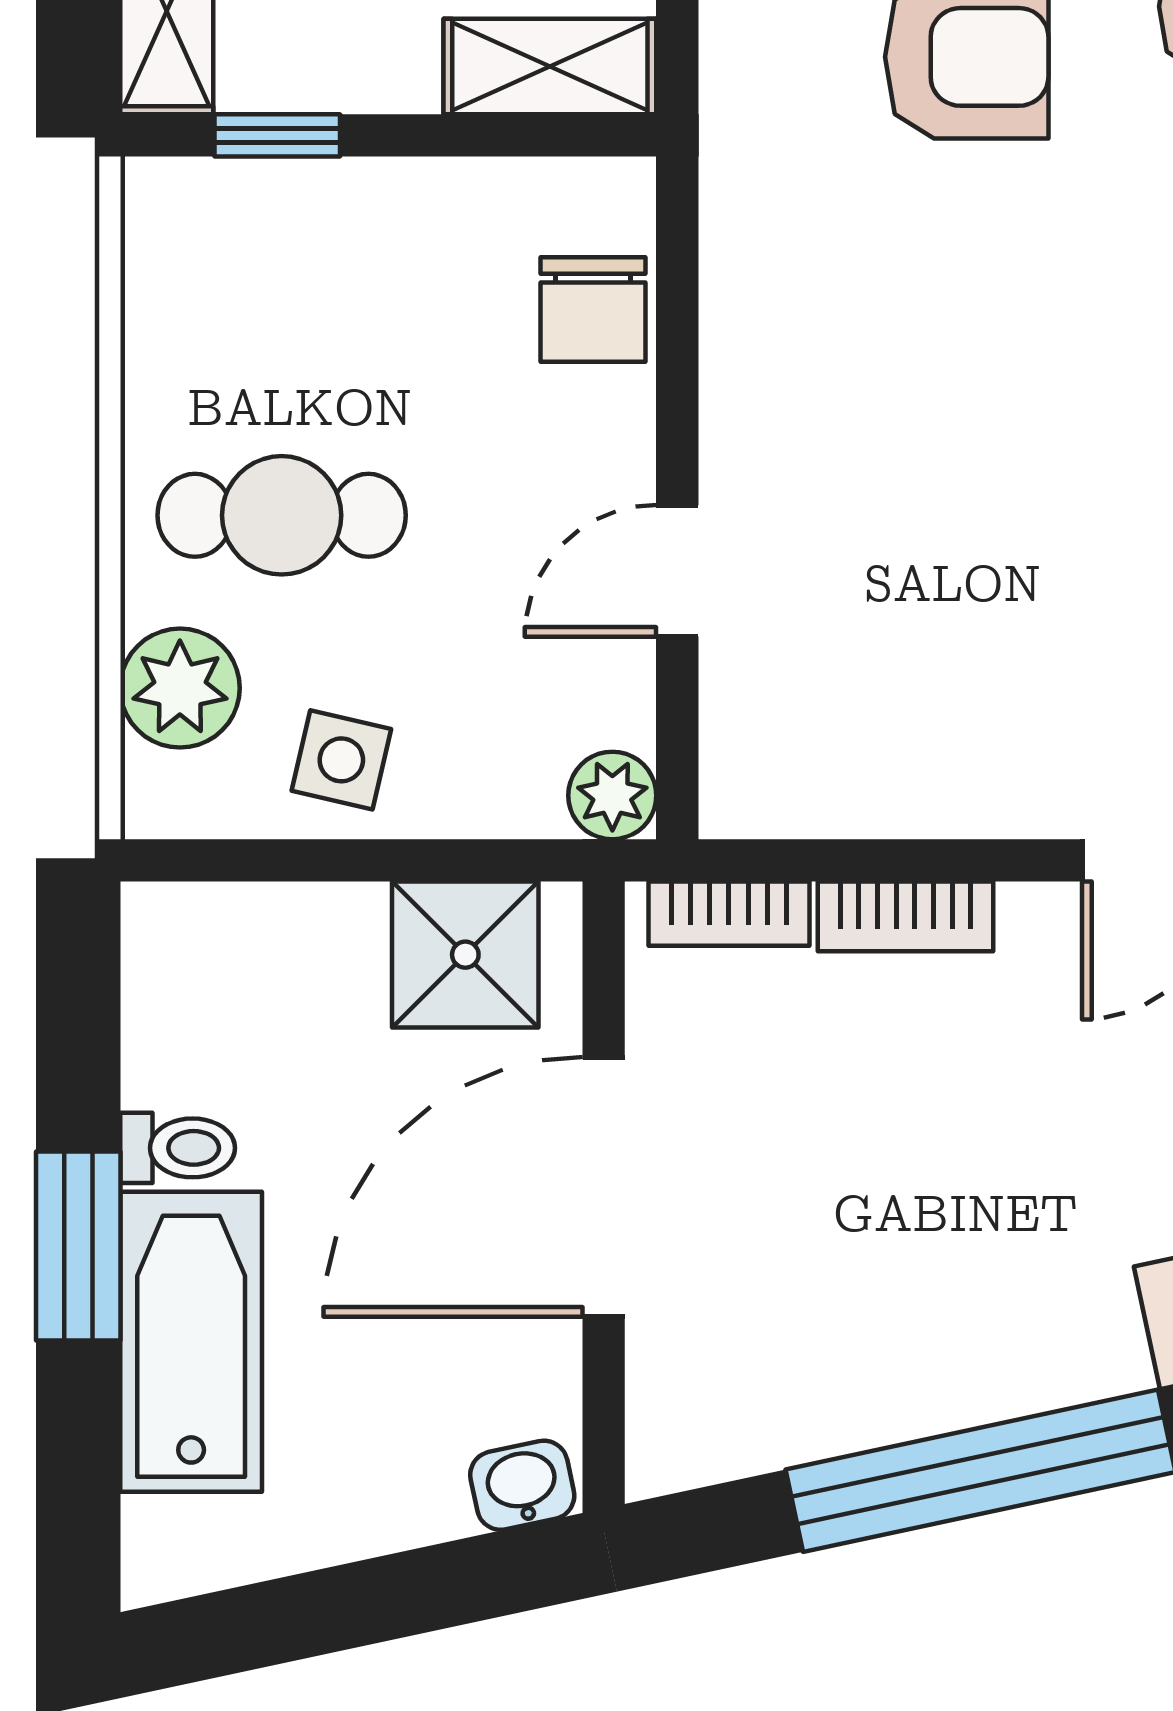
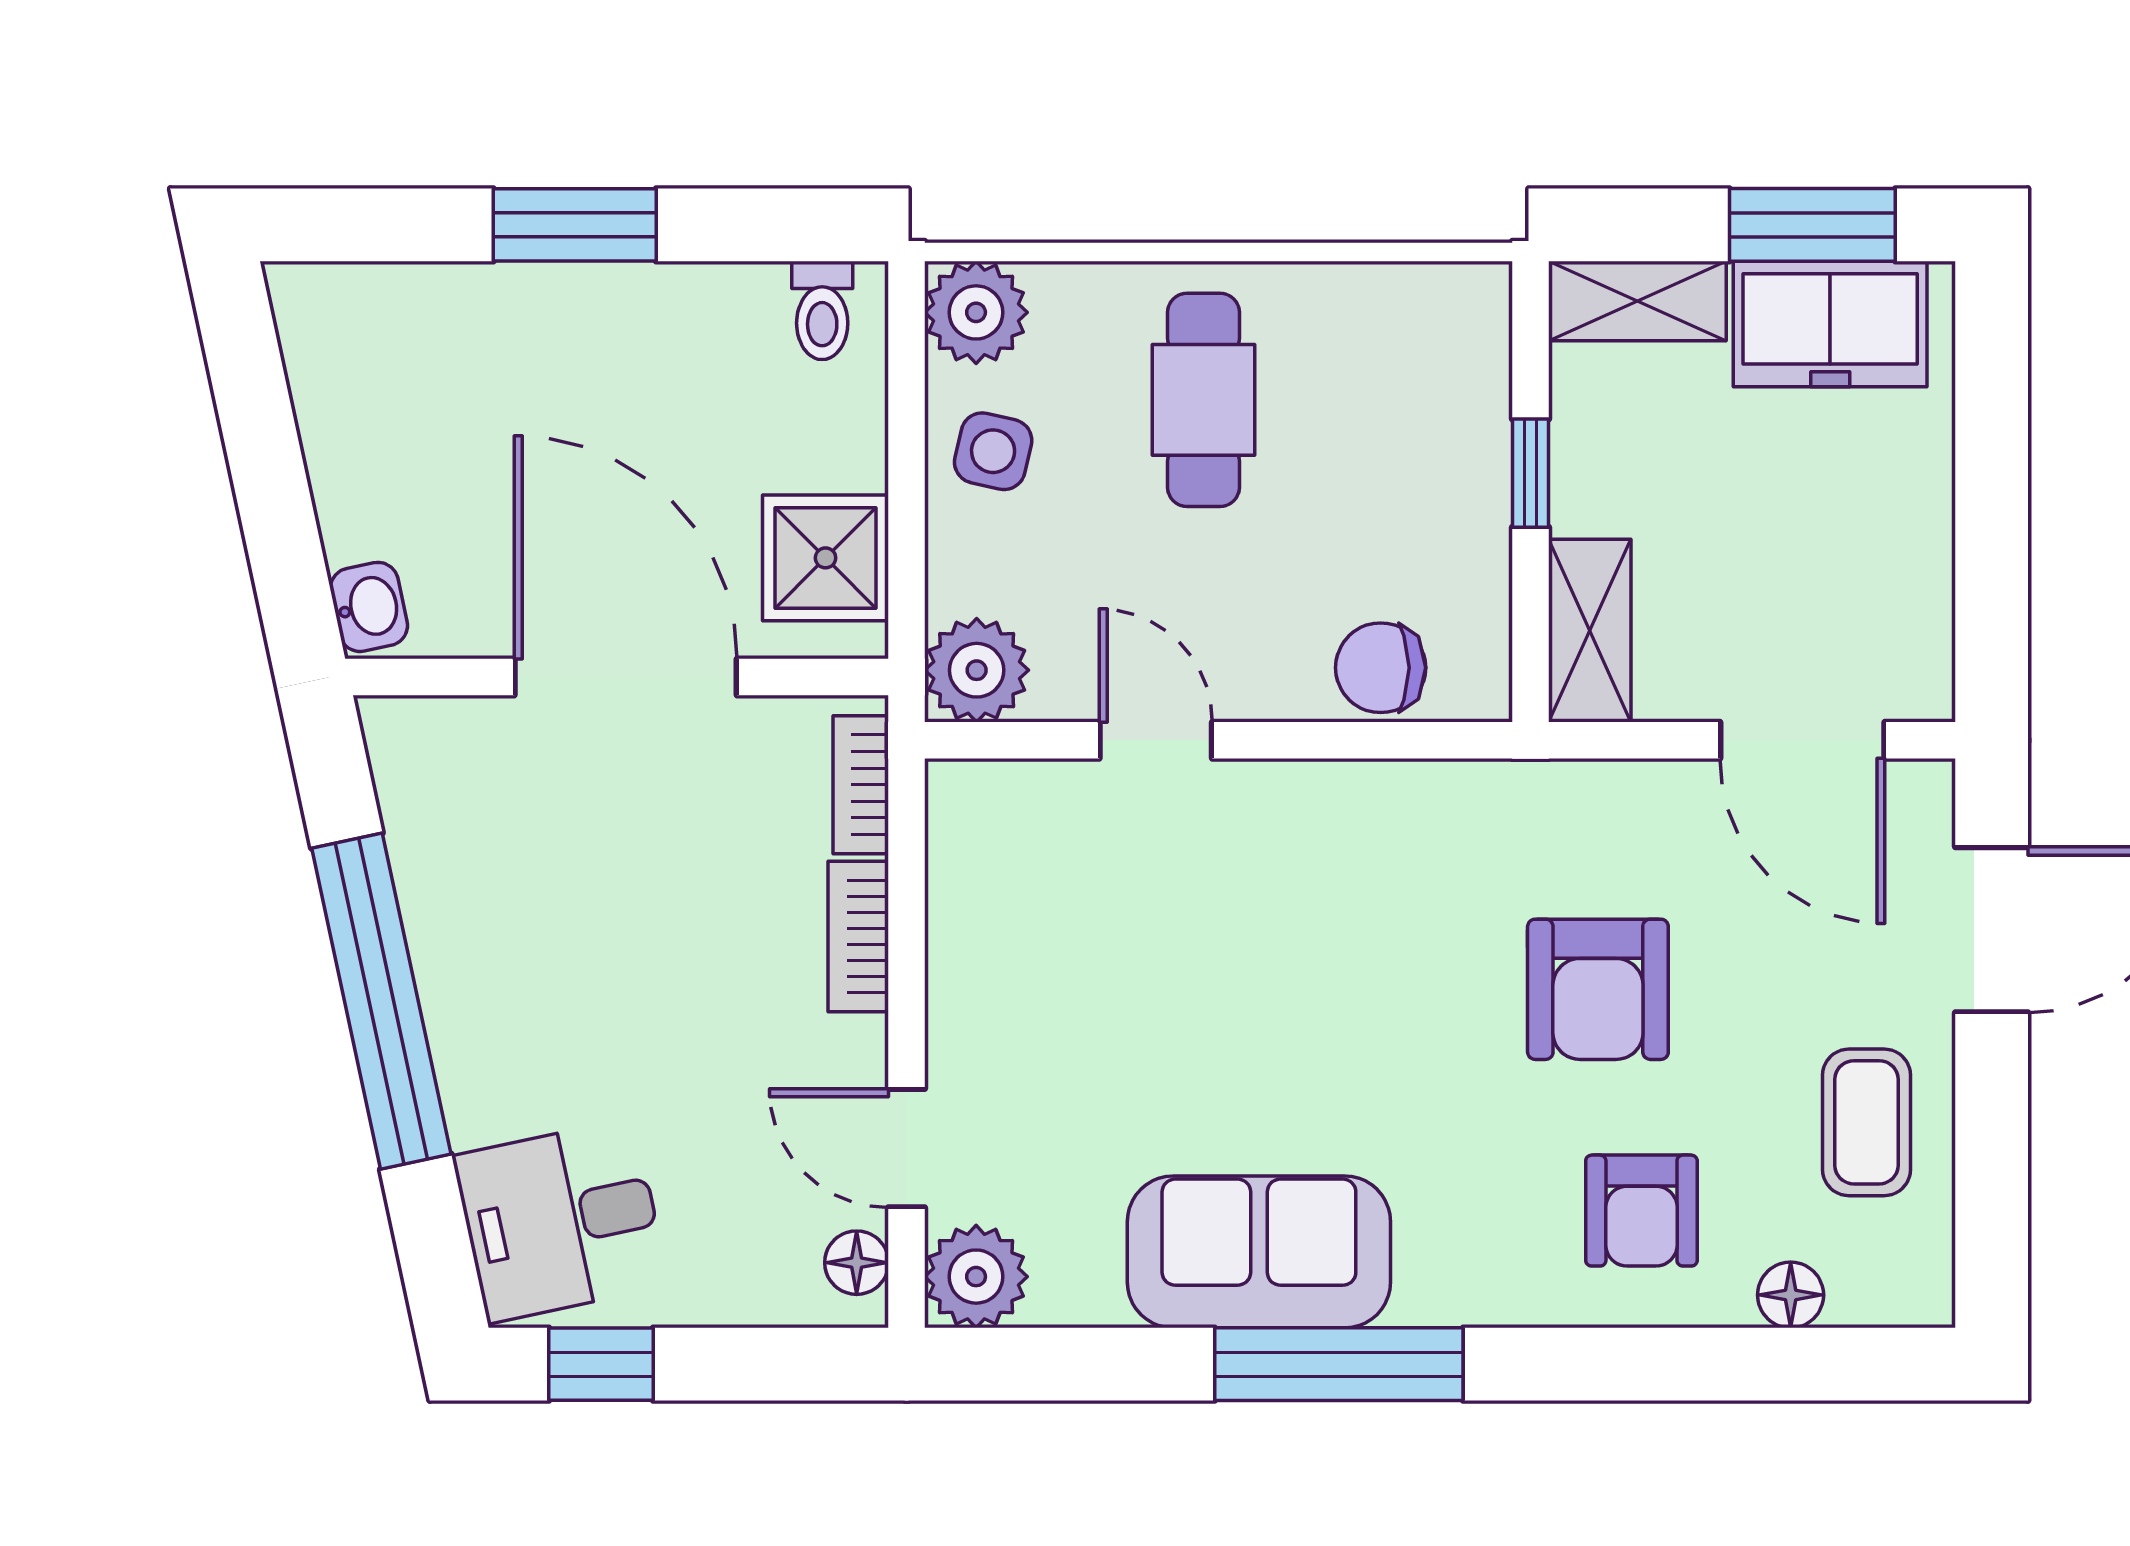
window: (277, 135) -> (1530, 473), moved
plant: (180, 688) -> (976, 312), moved
plant: (612, 795) -> (977, 670), width x1.38, depth x1.38
toilet: (178, 1148) -> (822, 310), moved
bathtub: (191, 1342) -> (492, 322), removed

